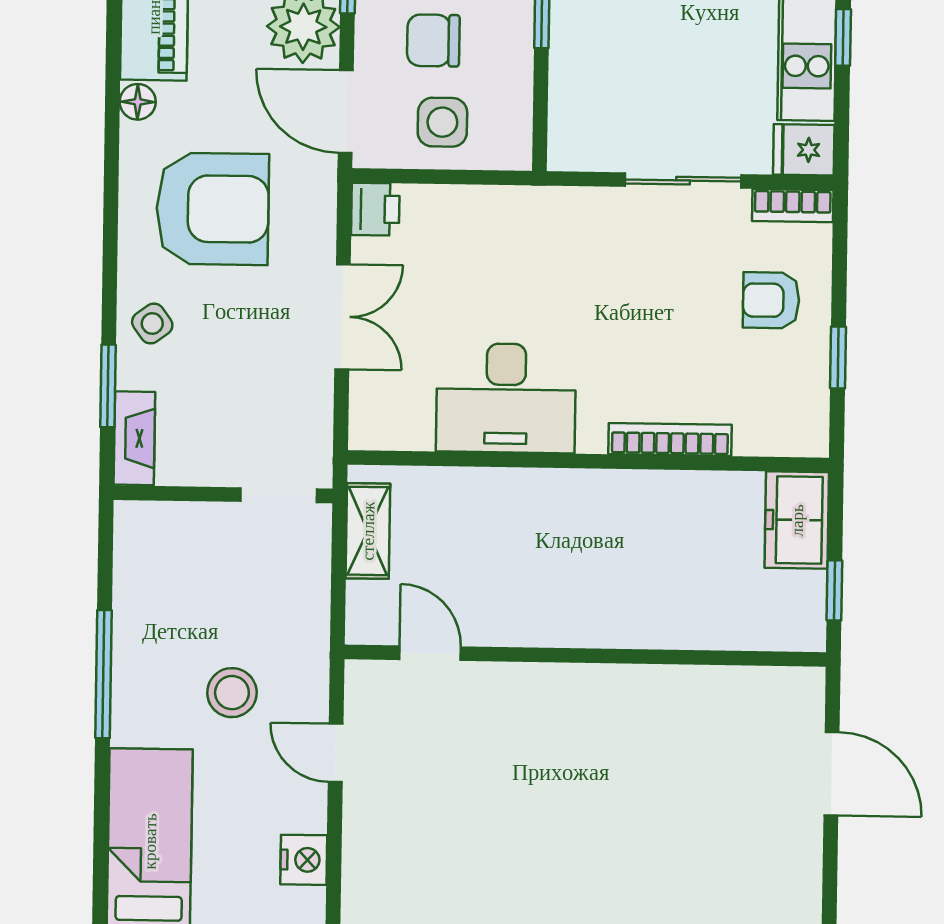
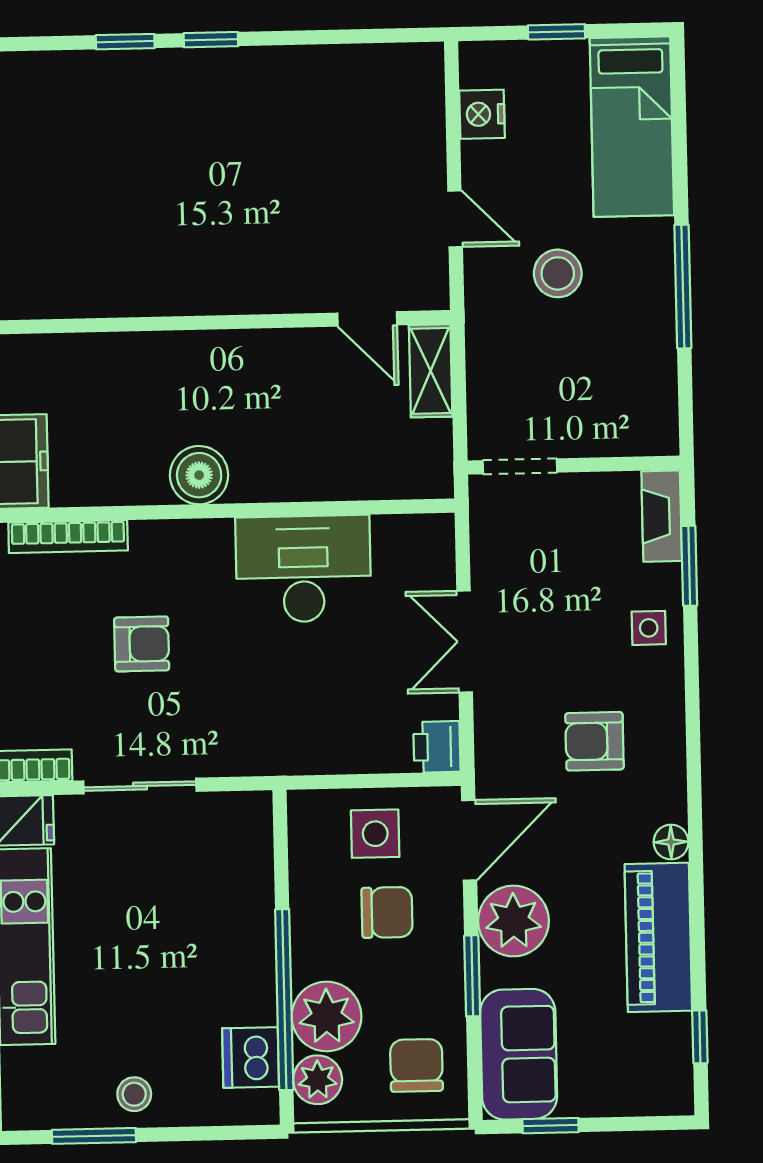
door: (346, 112) -> (469, 840), hinge flipped
armchair: (213, 209) -> (594, 741), width x0.53, depth x0.53
armchair: (771, 300) -> (142, 644), moved
side table: (152, 323) -> (649, 628), turned 36
bookcase: (670, 439) -> (68, 537), moved
boiler: (610, 499) -> (199, 475), added
shelving: (368, 531) -> (431, 371), moved

